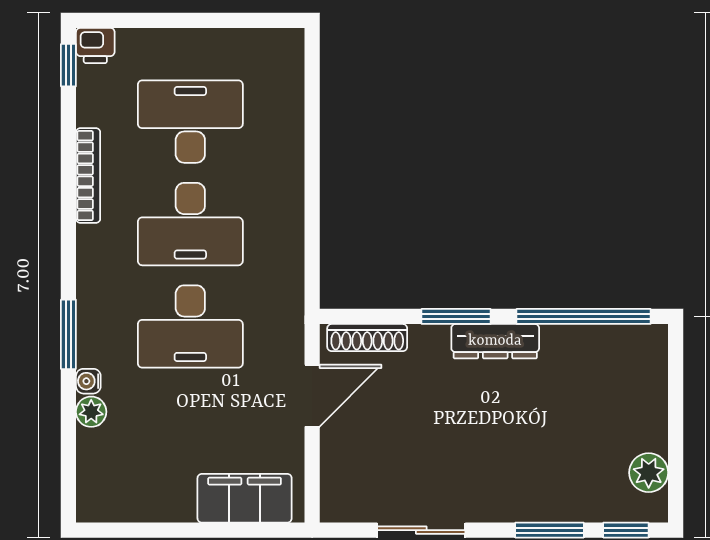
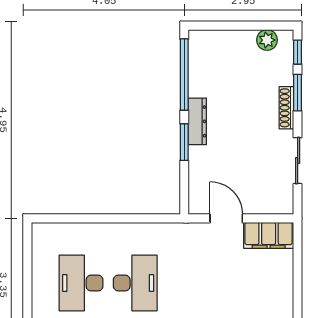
desk: (190, 326) -> (190, 283), removed
shoe rack: (367, 338) -> (286, 108), moved, turned 180
filing cabinet: (245, 498) -> (269, 235), moved, turned -90

